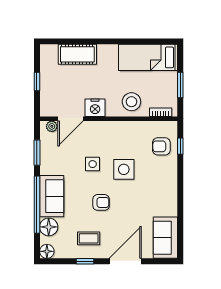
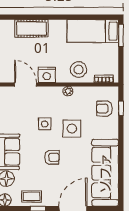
window: (180, 85) -> (121, 35), moved
door: (71, 119) -> (25, 84), swing flipped
plant: (52, 126) -> (68, 91), moved
coffee table: (89, 238) -> (32, 196), moved
sofa: (165, 238) -> (105, 173), width x1.85, depth x1.27

